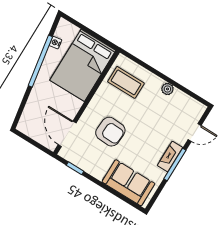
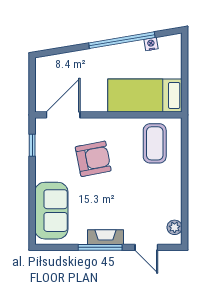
bed: (83, 65) -> (145, 95), width x0.67
plant: (167, 89) -> (175, 227), moved
armchair: (110, 132) -> (93, 159), turned -104

